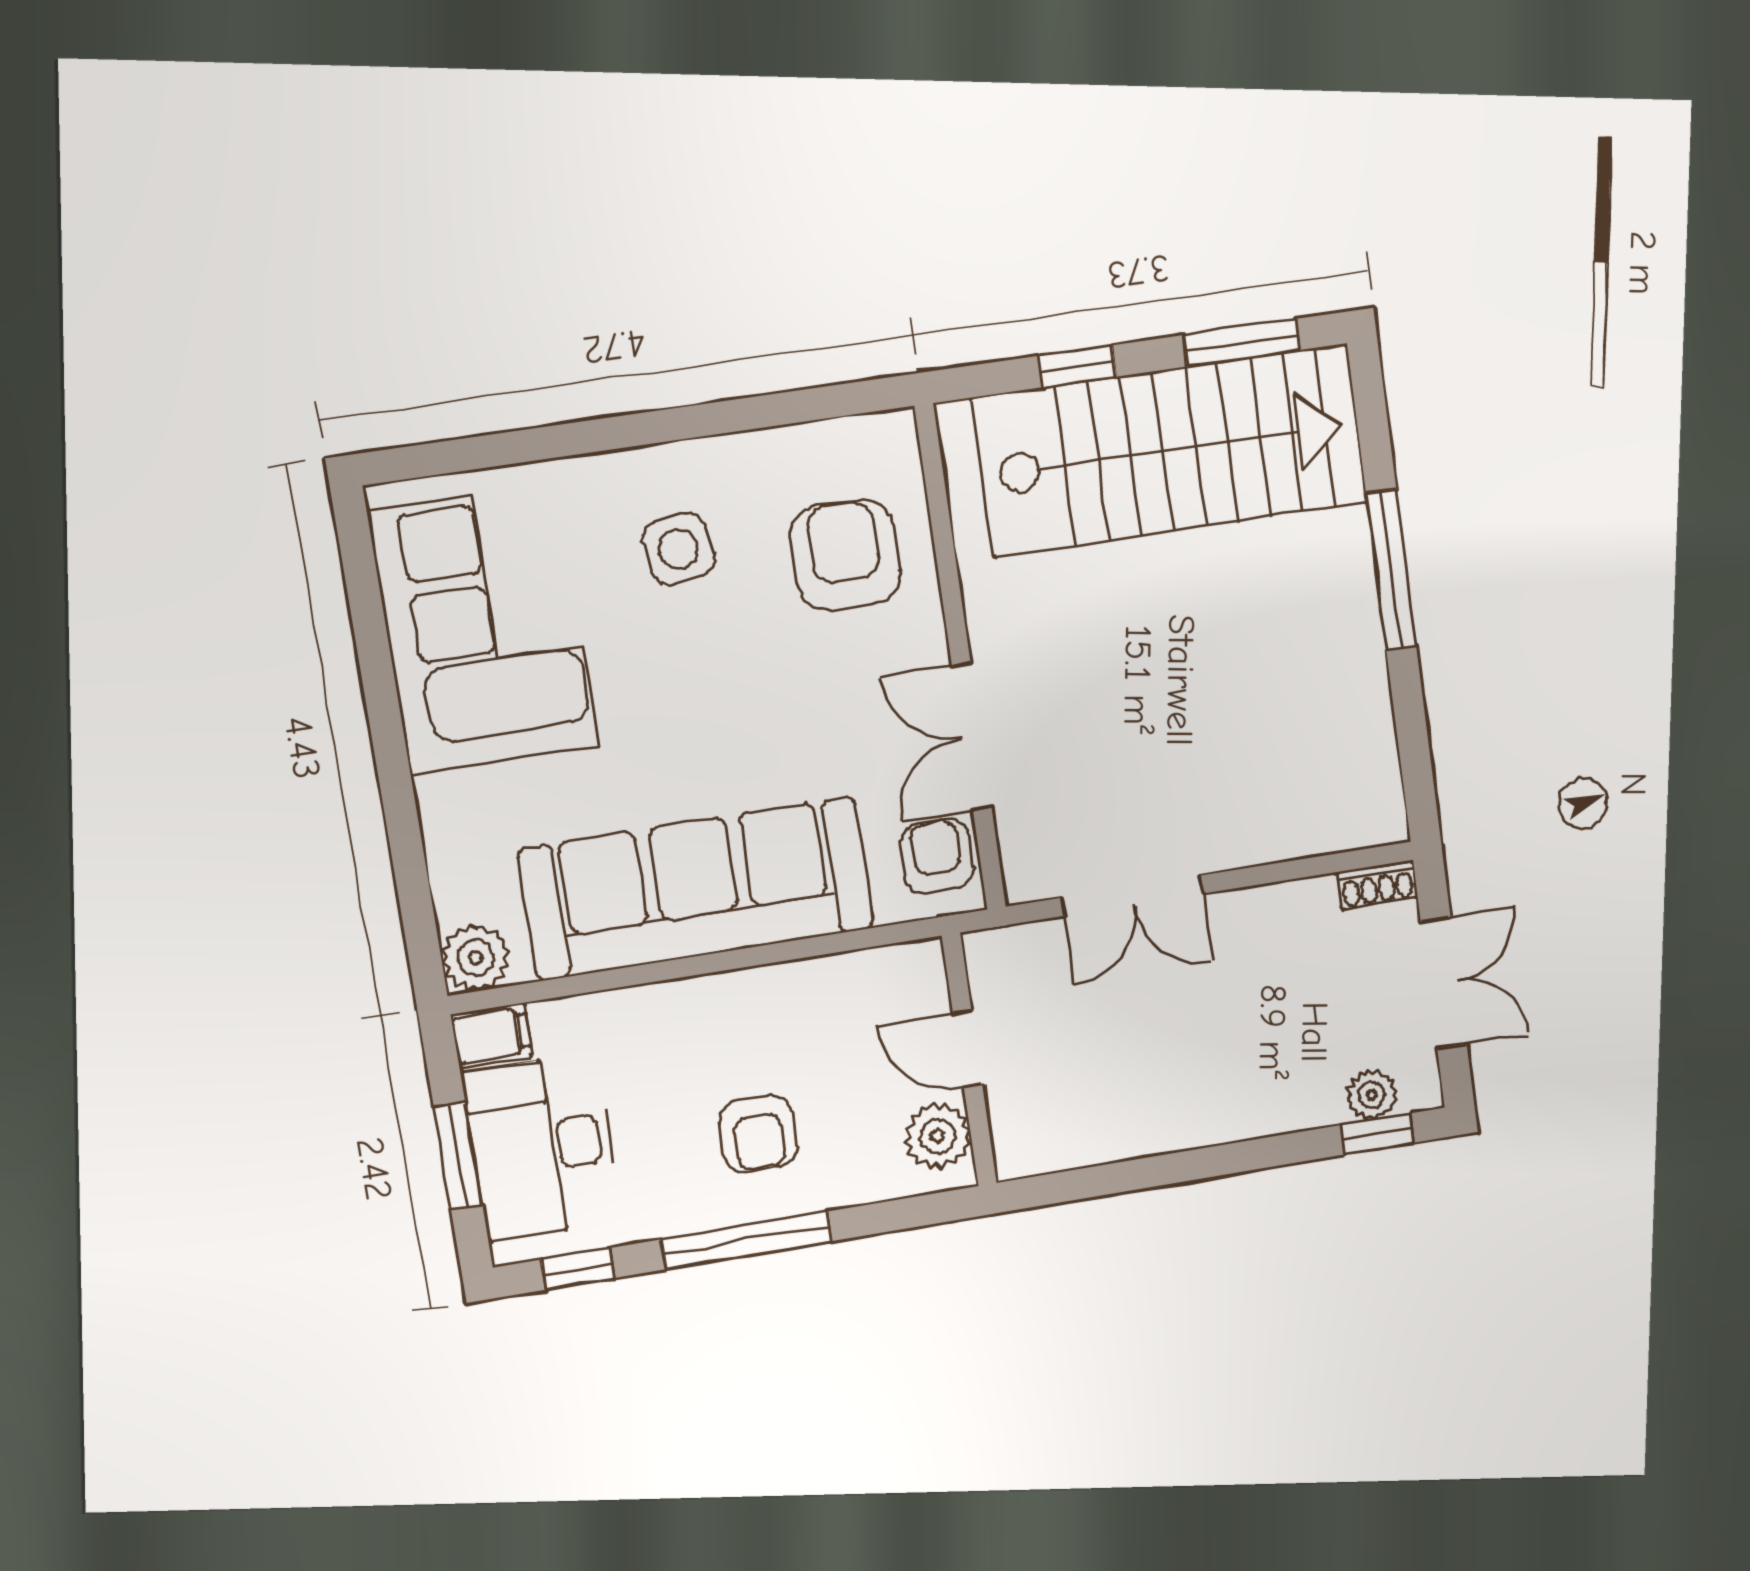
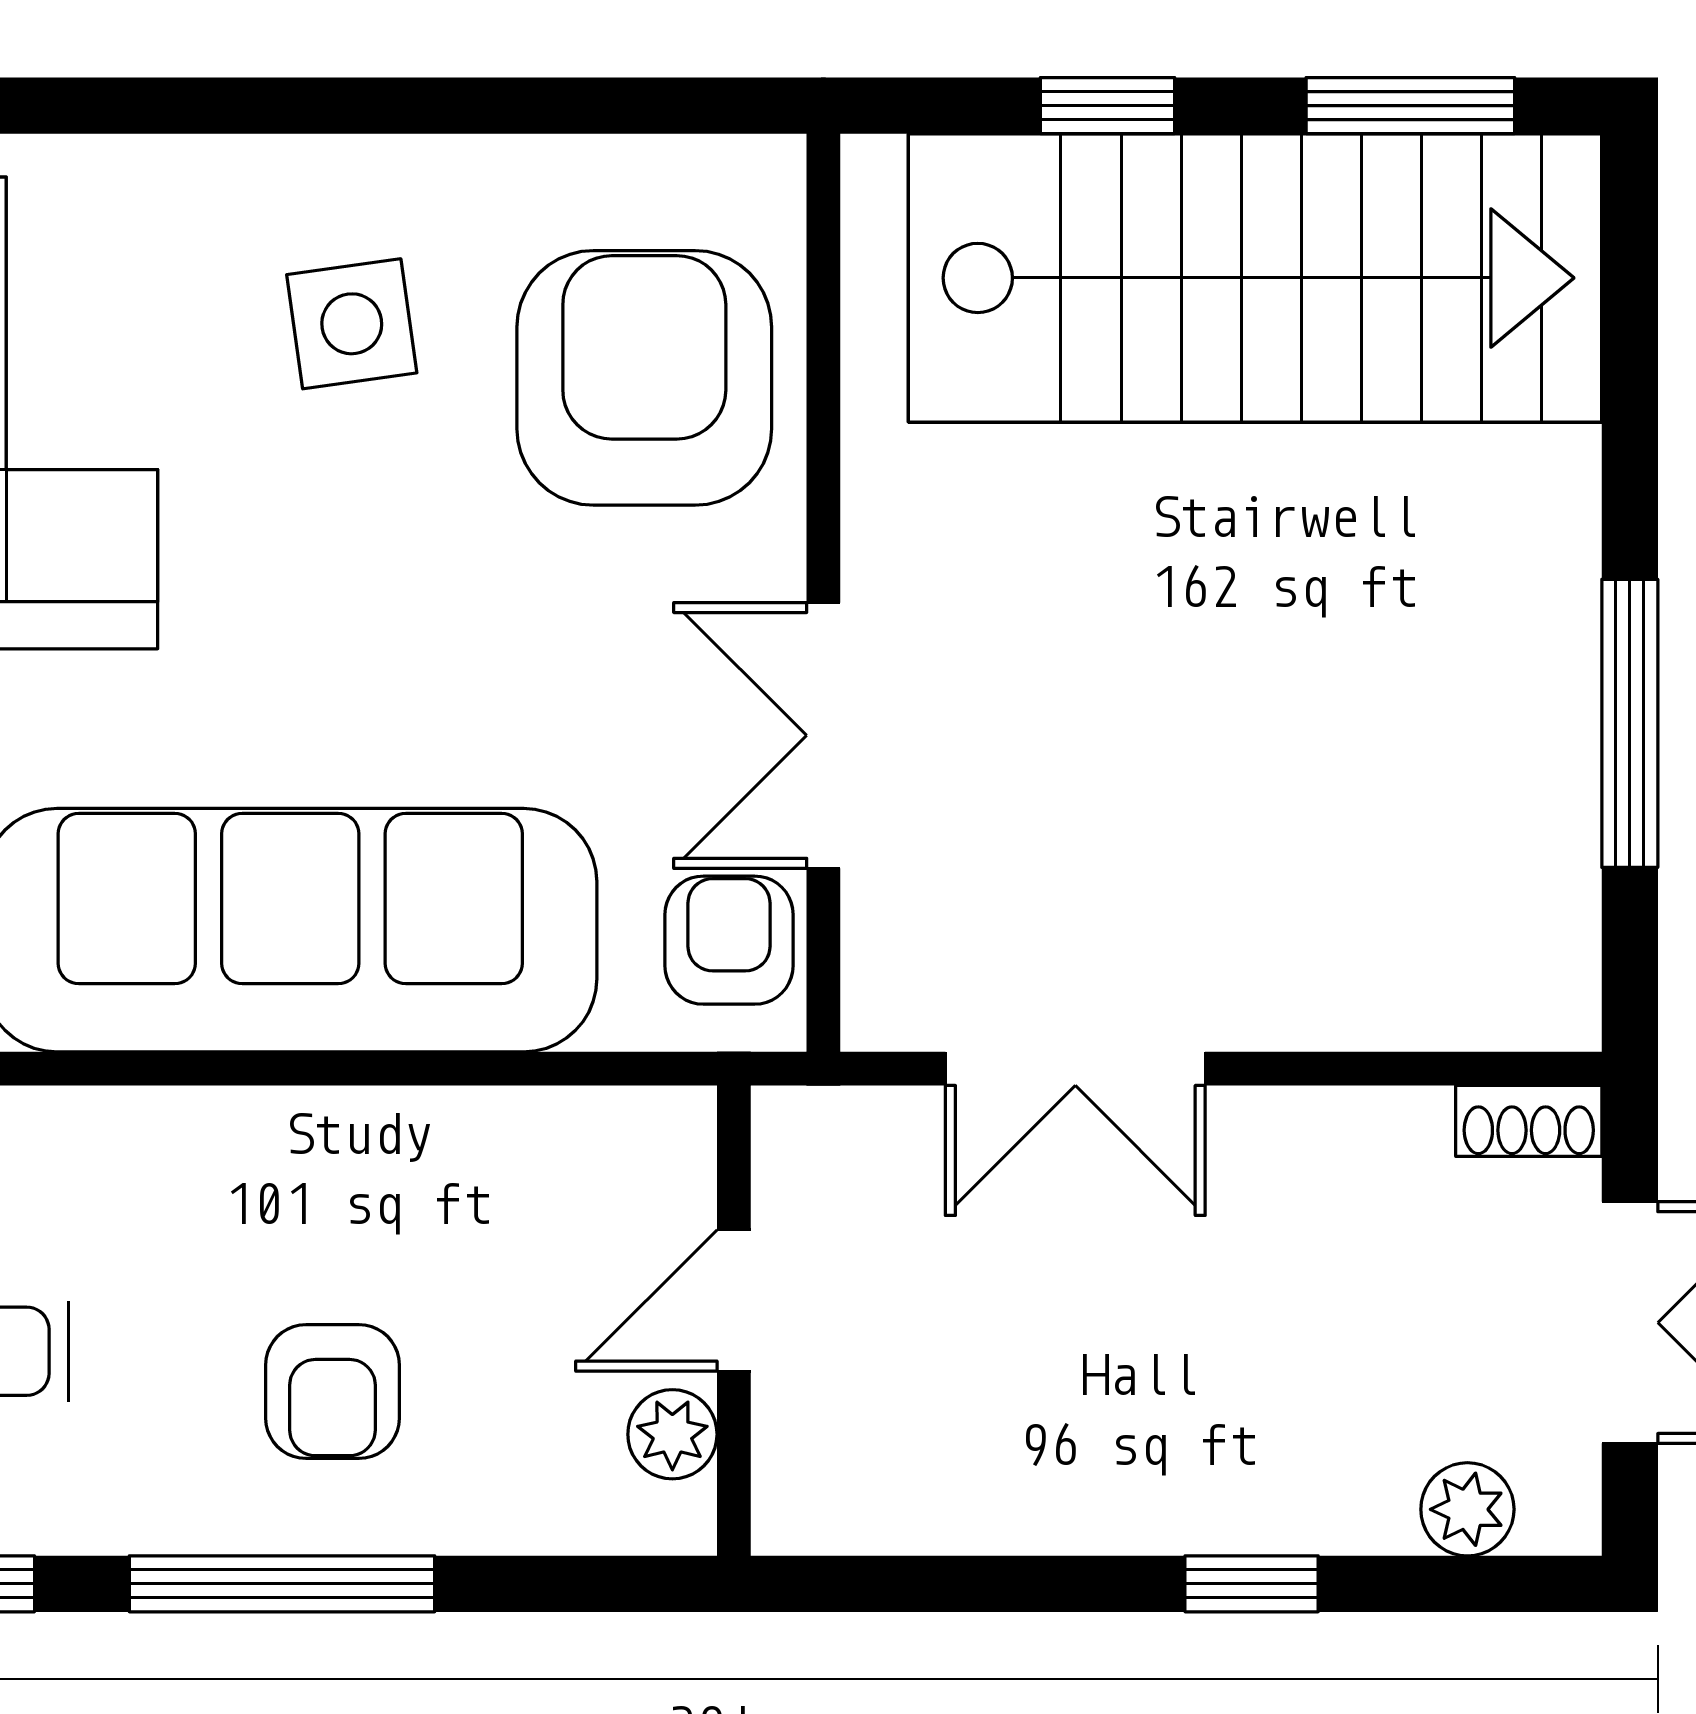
armchair: (845, 555) -> (644, 378), width x1.36, depth x1.36
window: (1391, 570) -> (1630, 723), moved
door: (968, 1049) -> (734, 1300), hinge flipped
window: (1377, 1134) -> (1252, 1584), moved
plant: (938, 1136) -> (672, 1434), width x0.73, depth x0.73

